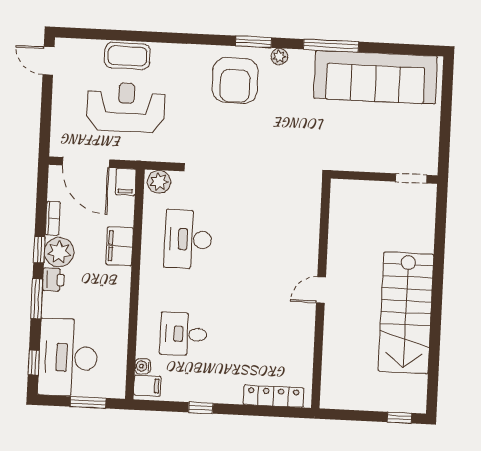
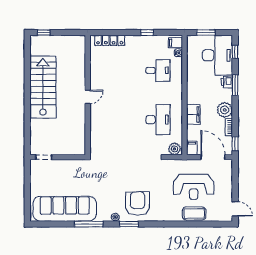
window: (39, 250) -> (235, 144), moved
printer: (53, 280) -> (227, 82), moved

